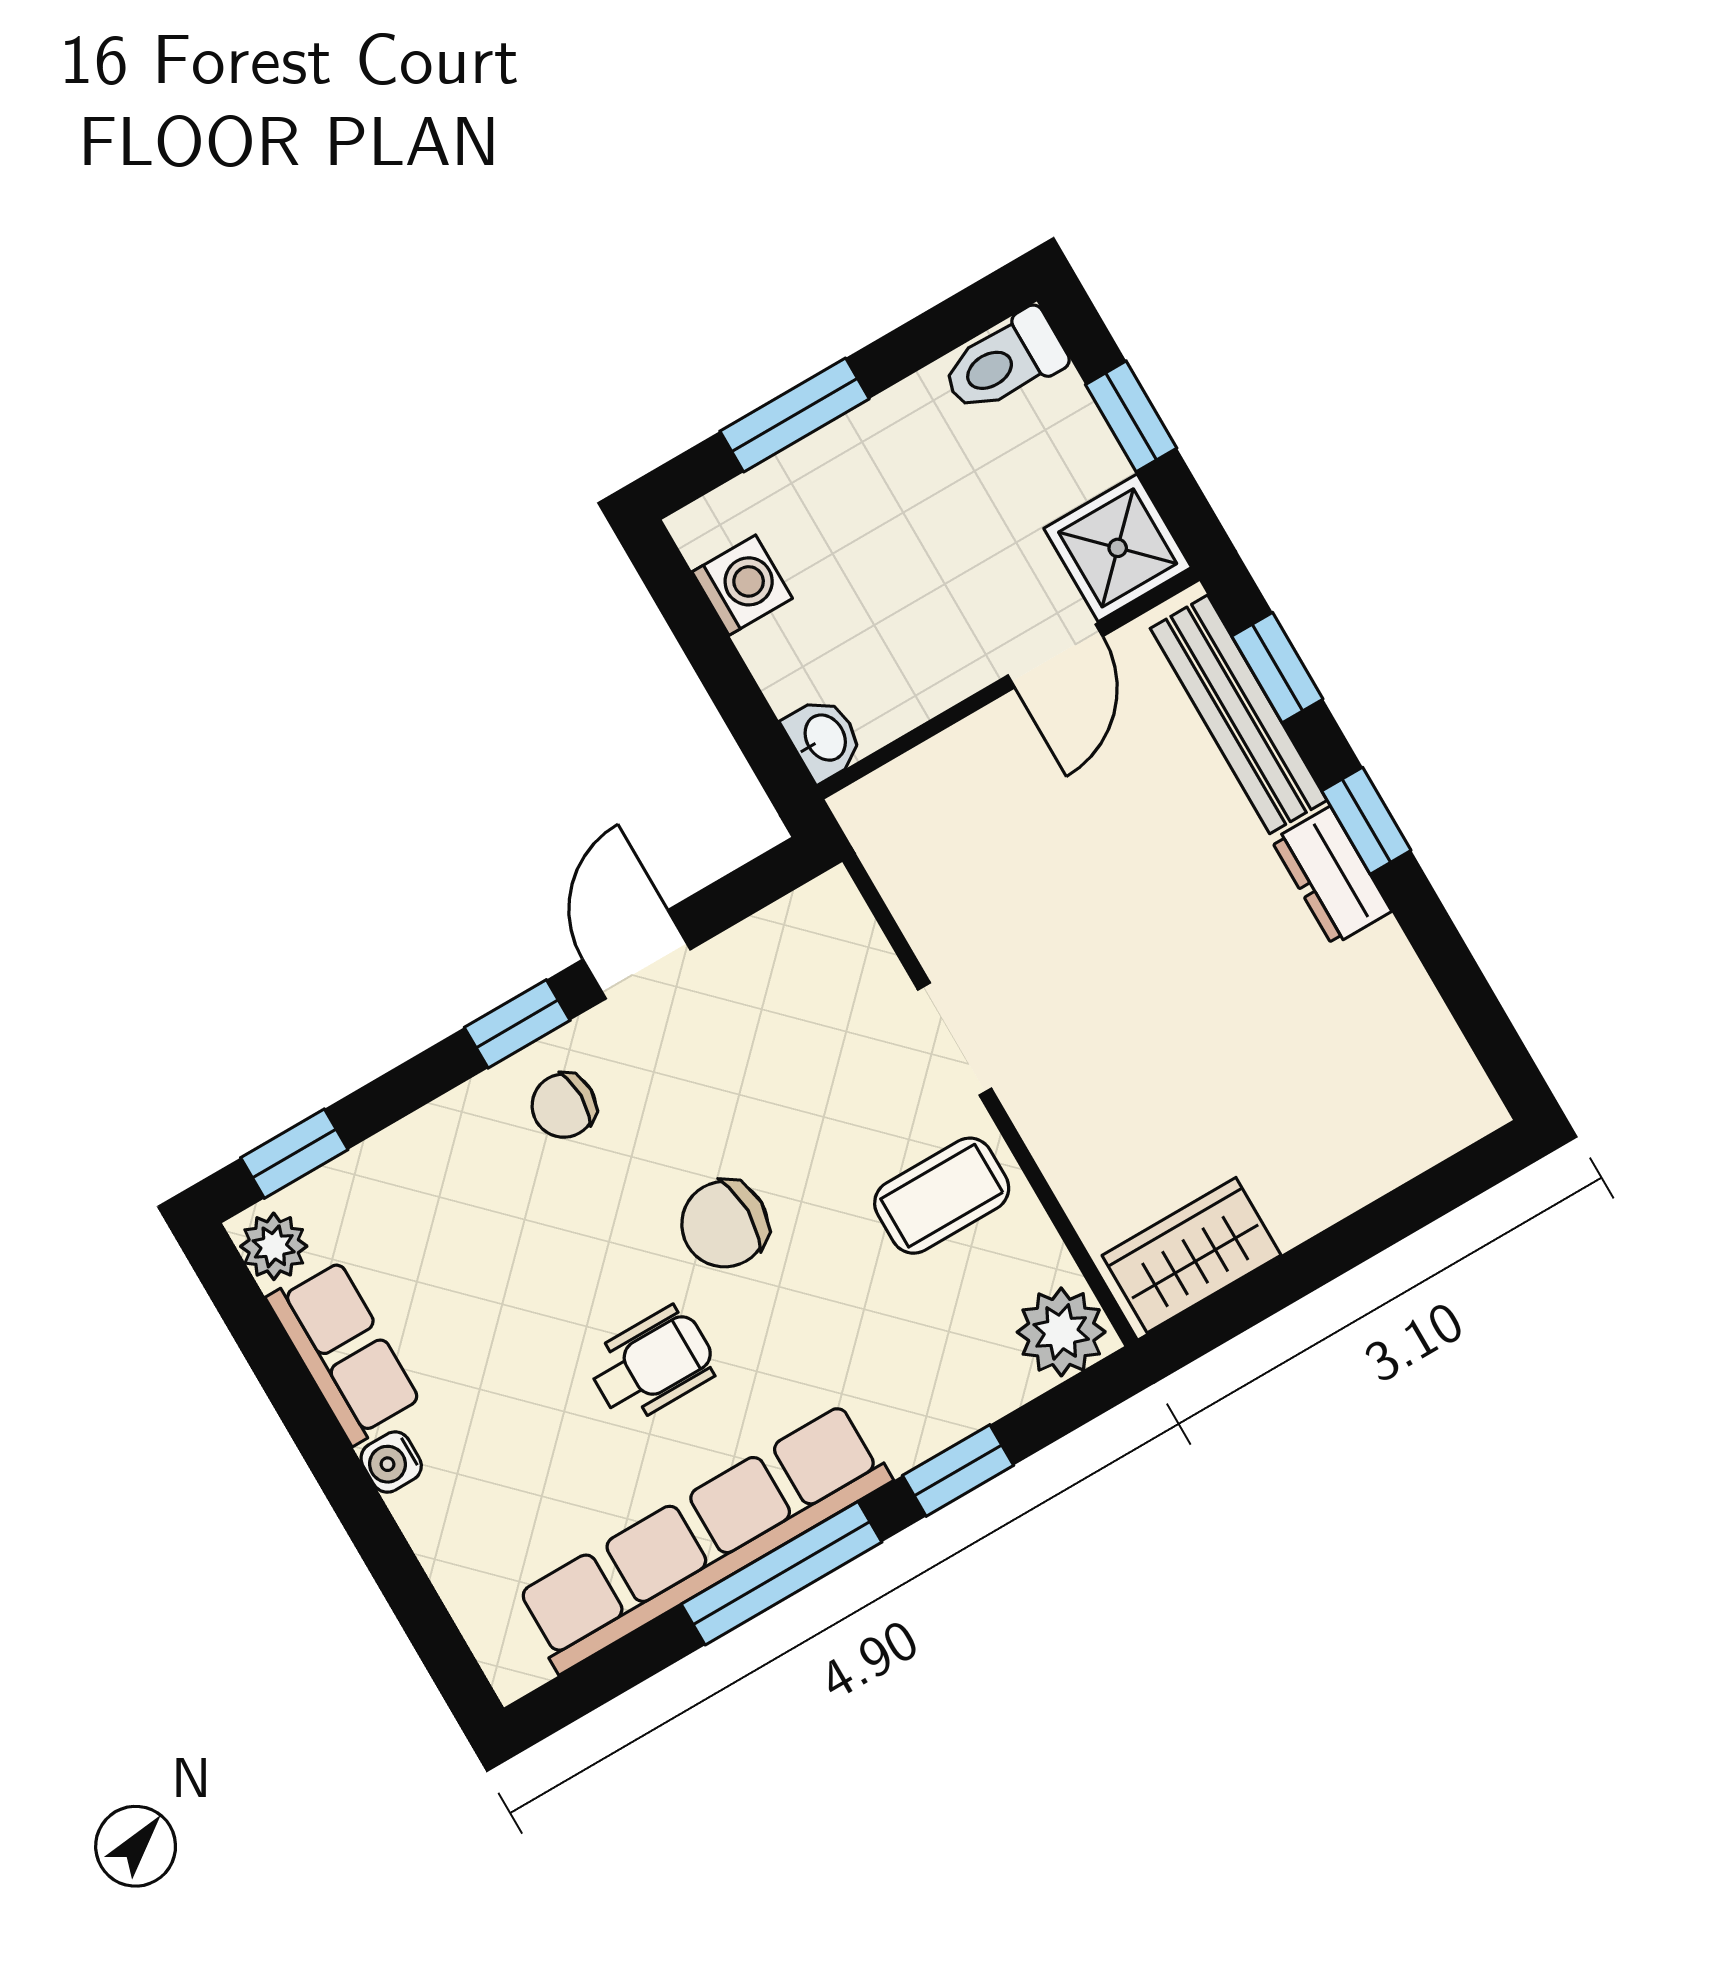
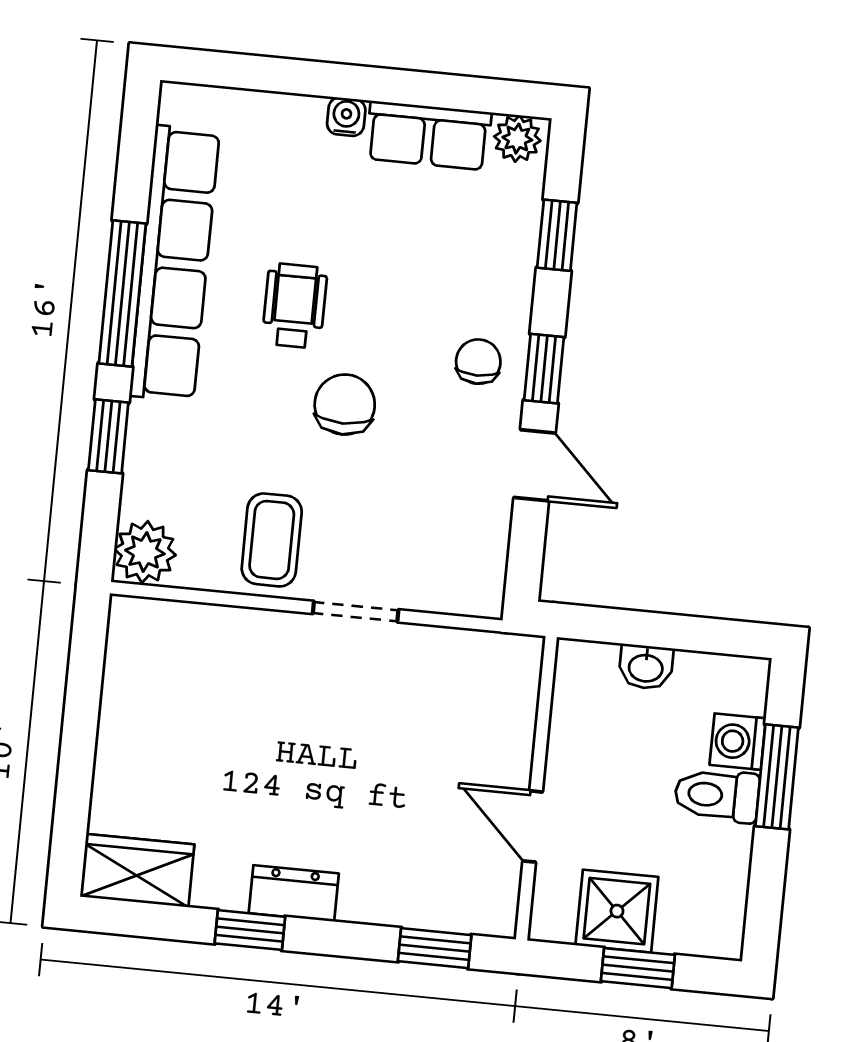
toilet: (1004, 362) -> (717, 795), moved, turned -90
shower: (1118, 548) -> (617, 911), moved
washing machine: (742, 585) -> (738, 742), moved, turned 90
bench: (1239, 714) -> (424, 907), removed
washbasin: (824, 738) -> (646, 667), moved
window: (1366, 821) -> (250, 930), moved
window: (294, 1154) -> (557, 235), moved
wardrobe: (1192, 1255) -> (137, 871), moved, turned -90
wheelchair: (652, 1364) -> (295, 306), turned 180

